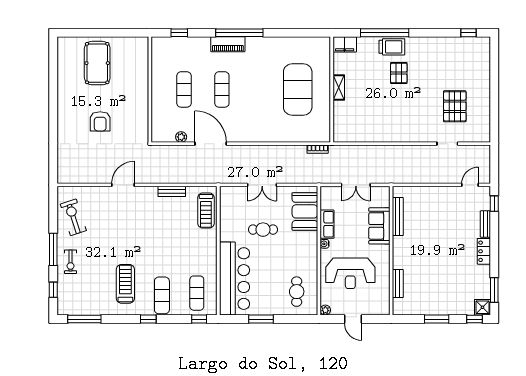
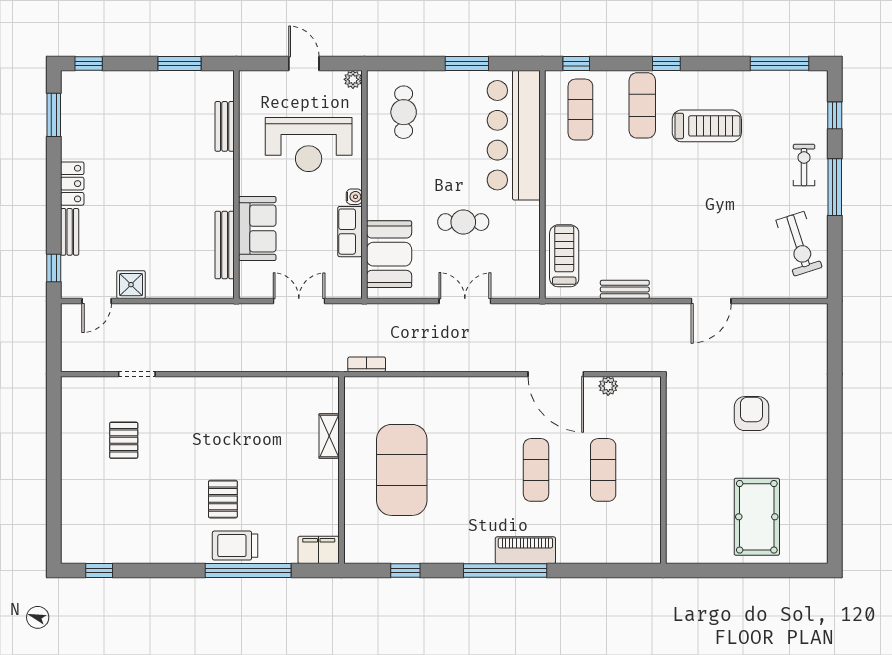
window: (179, 33) -> (405, 570), moved
shelving: (339, 88) -> (329, 436), moved
pallet: (455, 106) -> (124, 440), width x0.67, depth x0.71
reception desk: (350, 273) -> (309, 145), turned 180
treadmill: (125, 284) -> (707, 126), turned -90
shower: (482, 307) -> (131, 285), moved
window: (437, 319) -> (180, 64), moved

